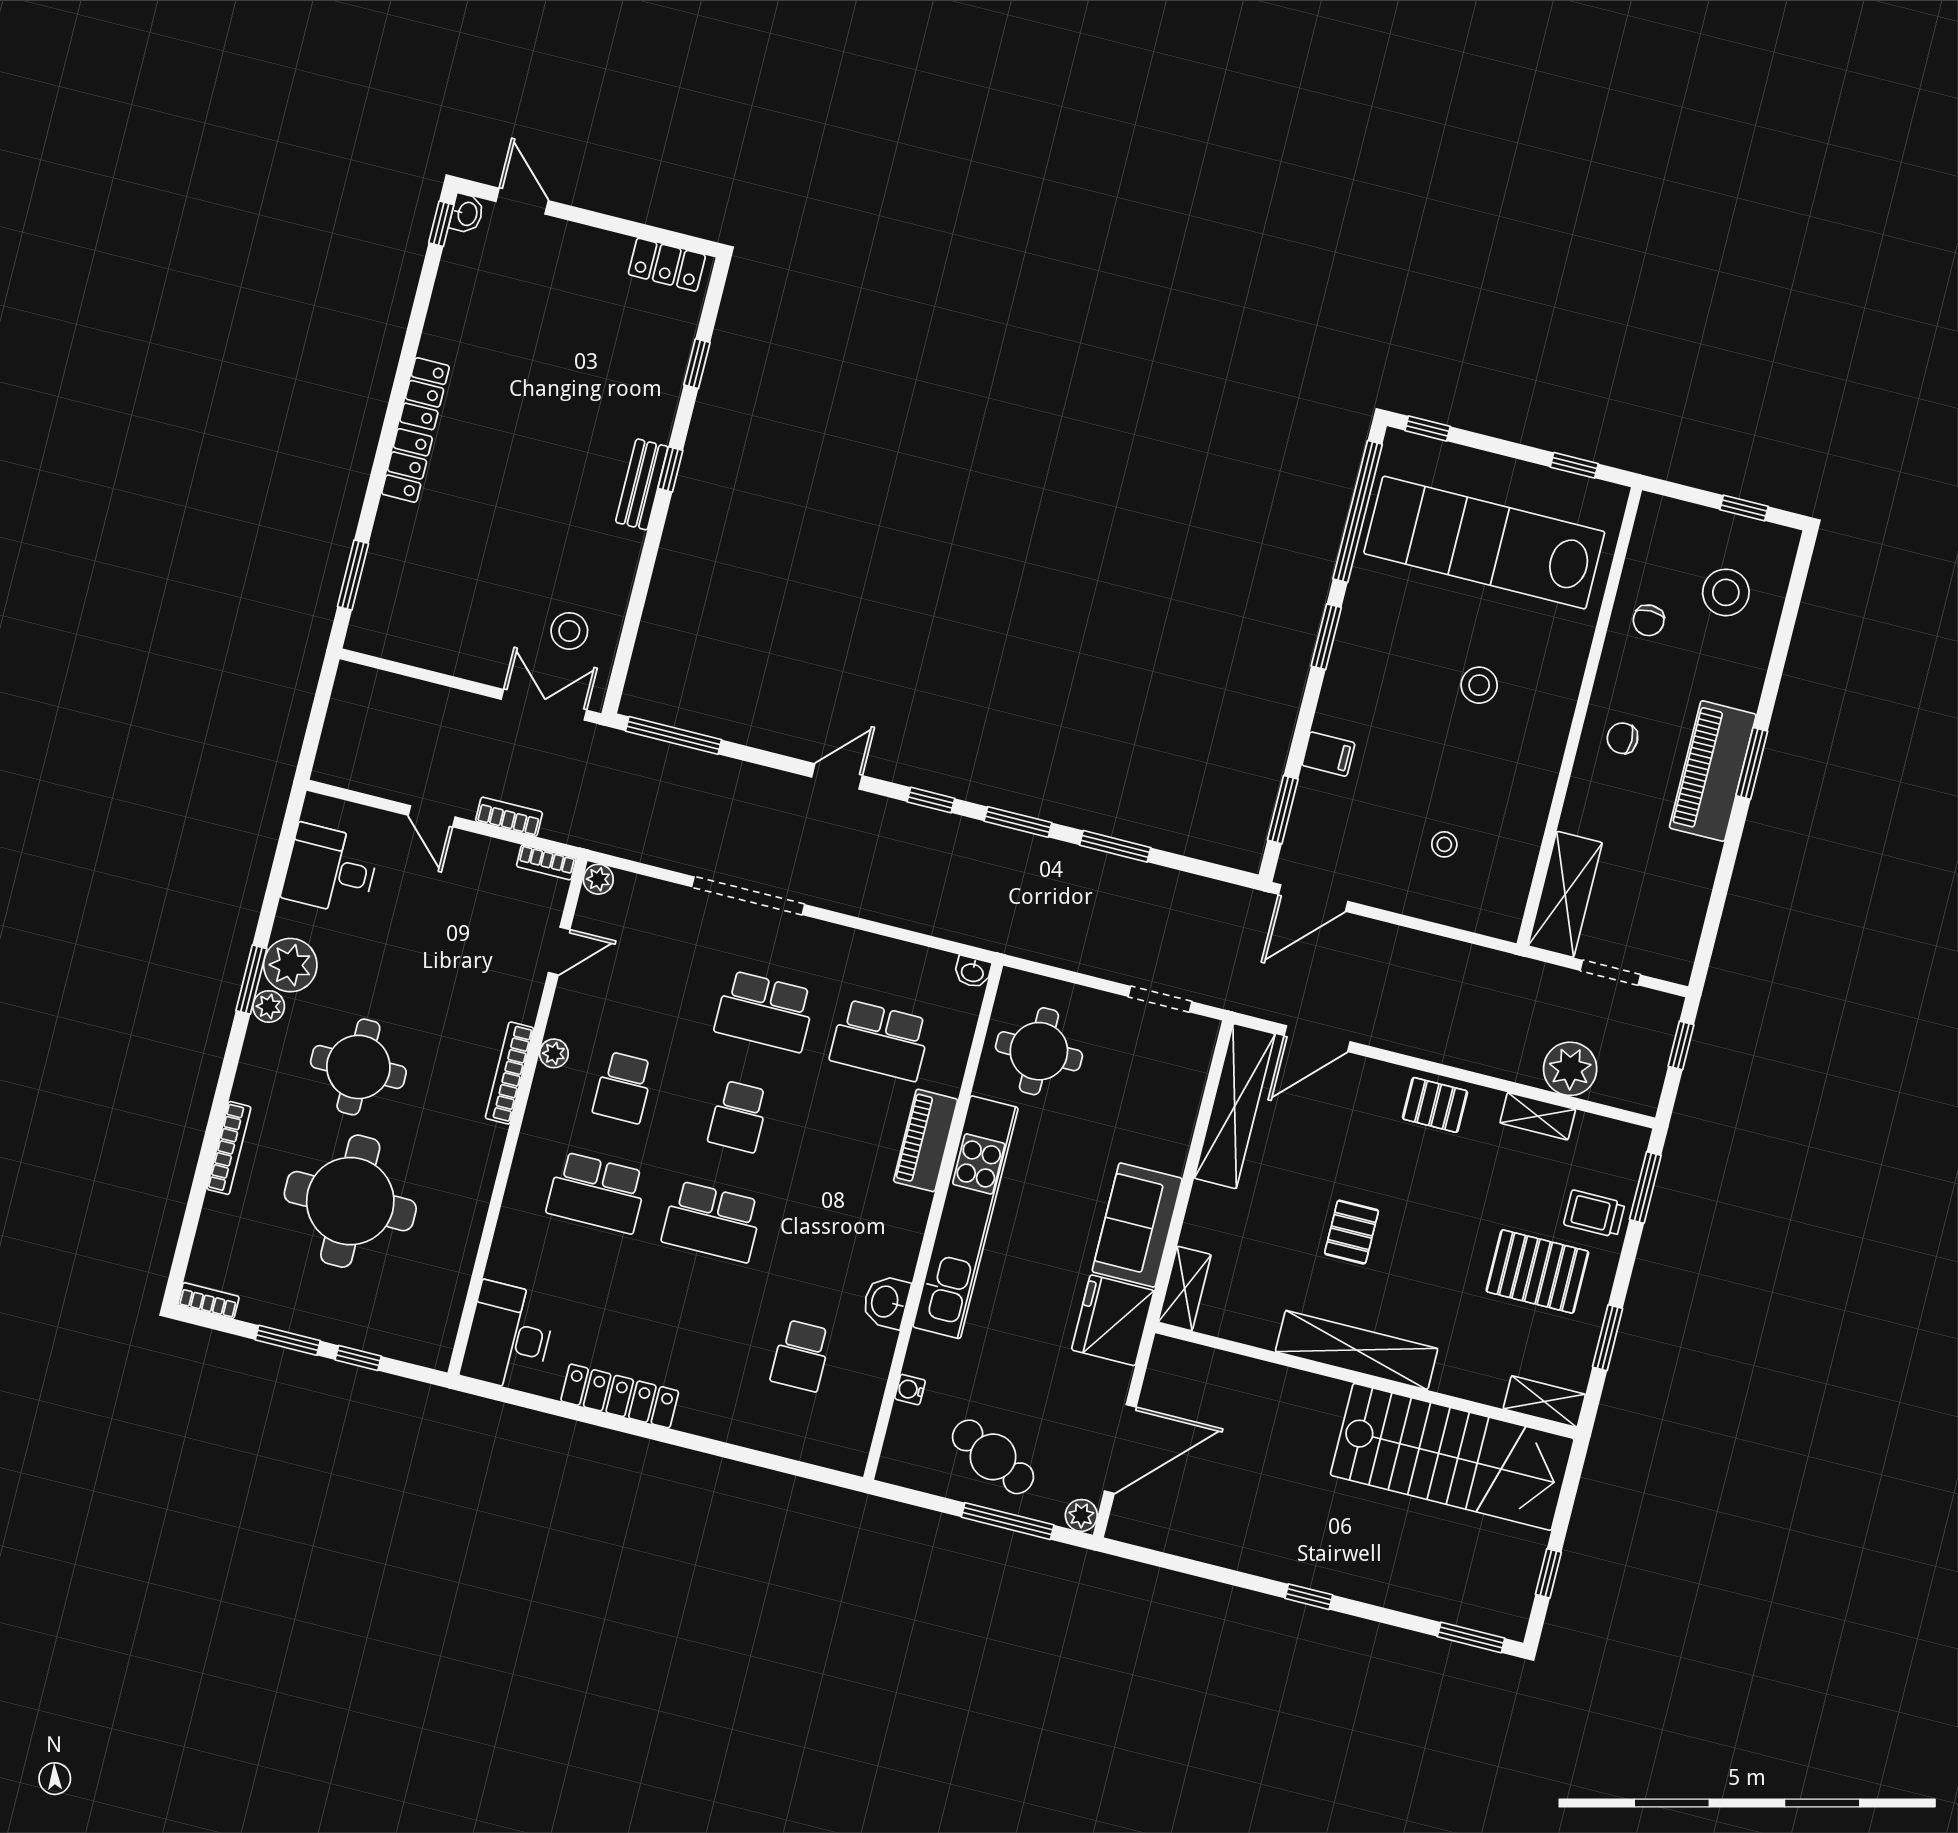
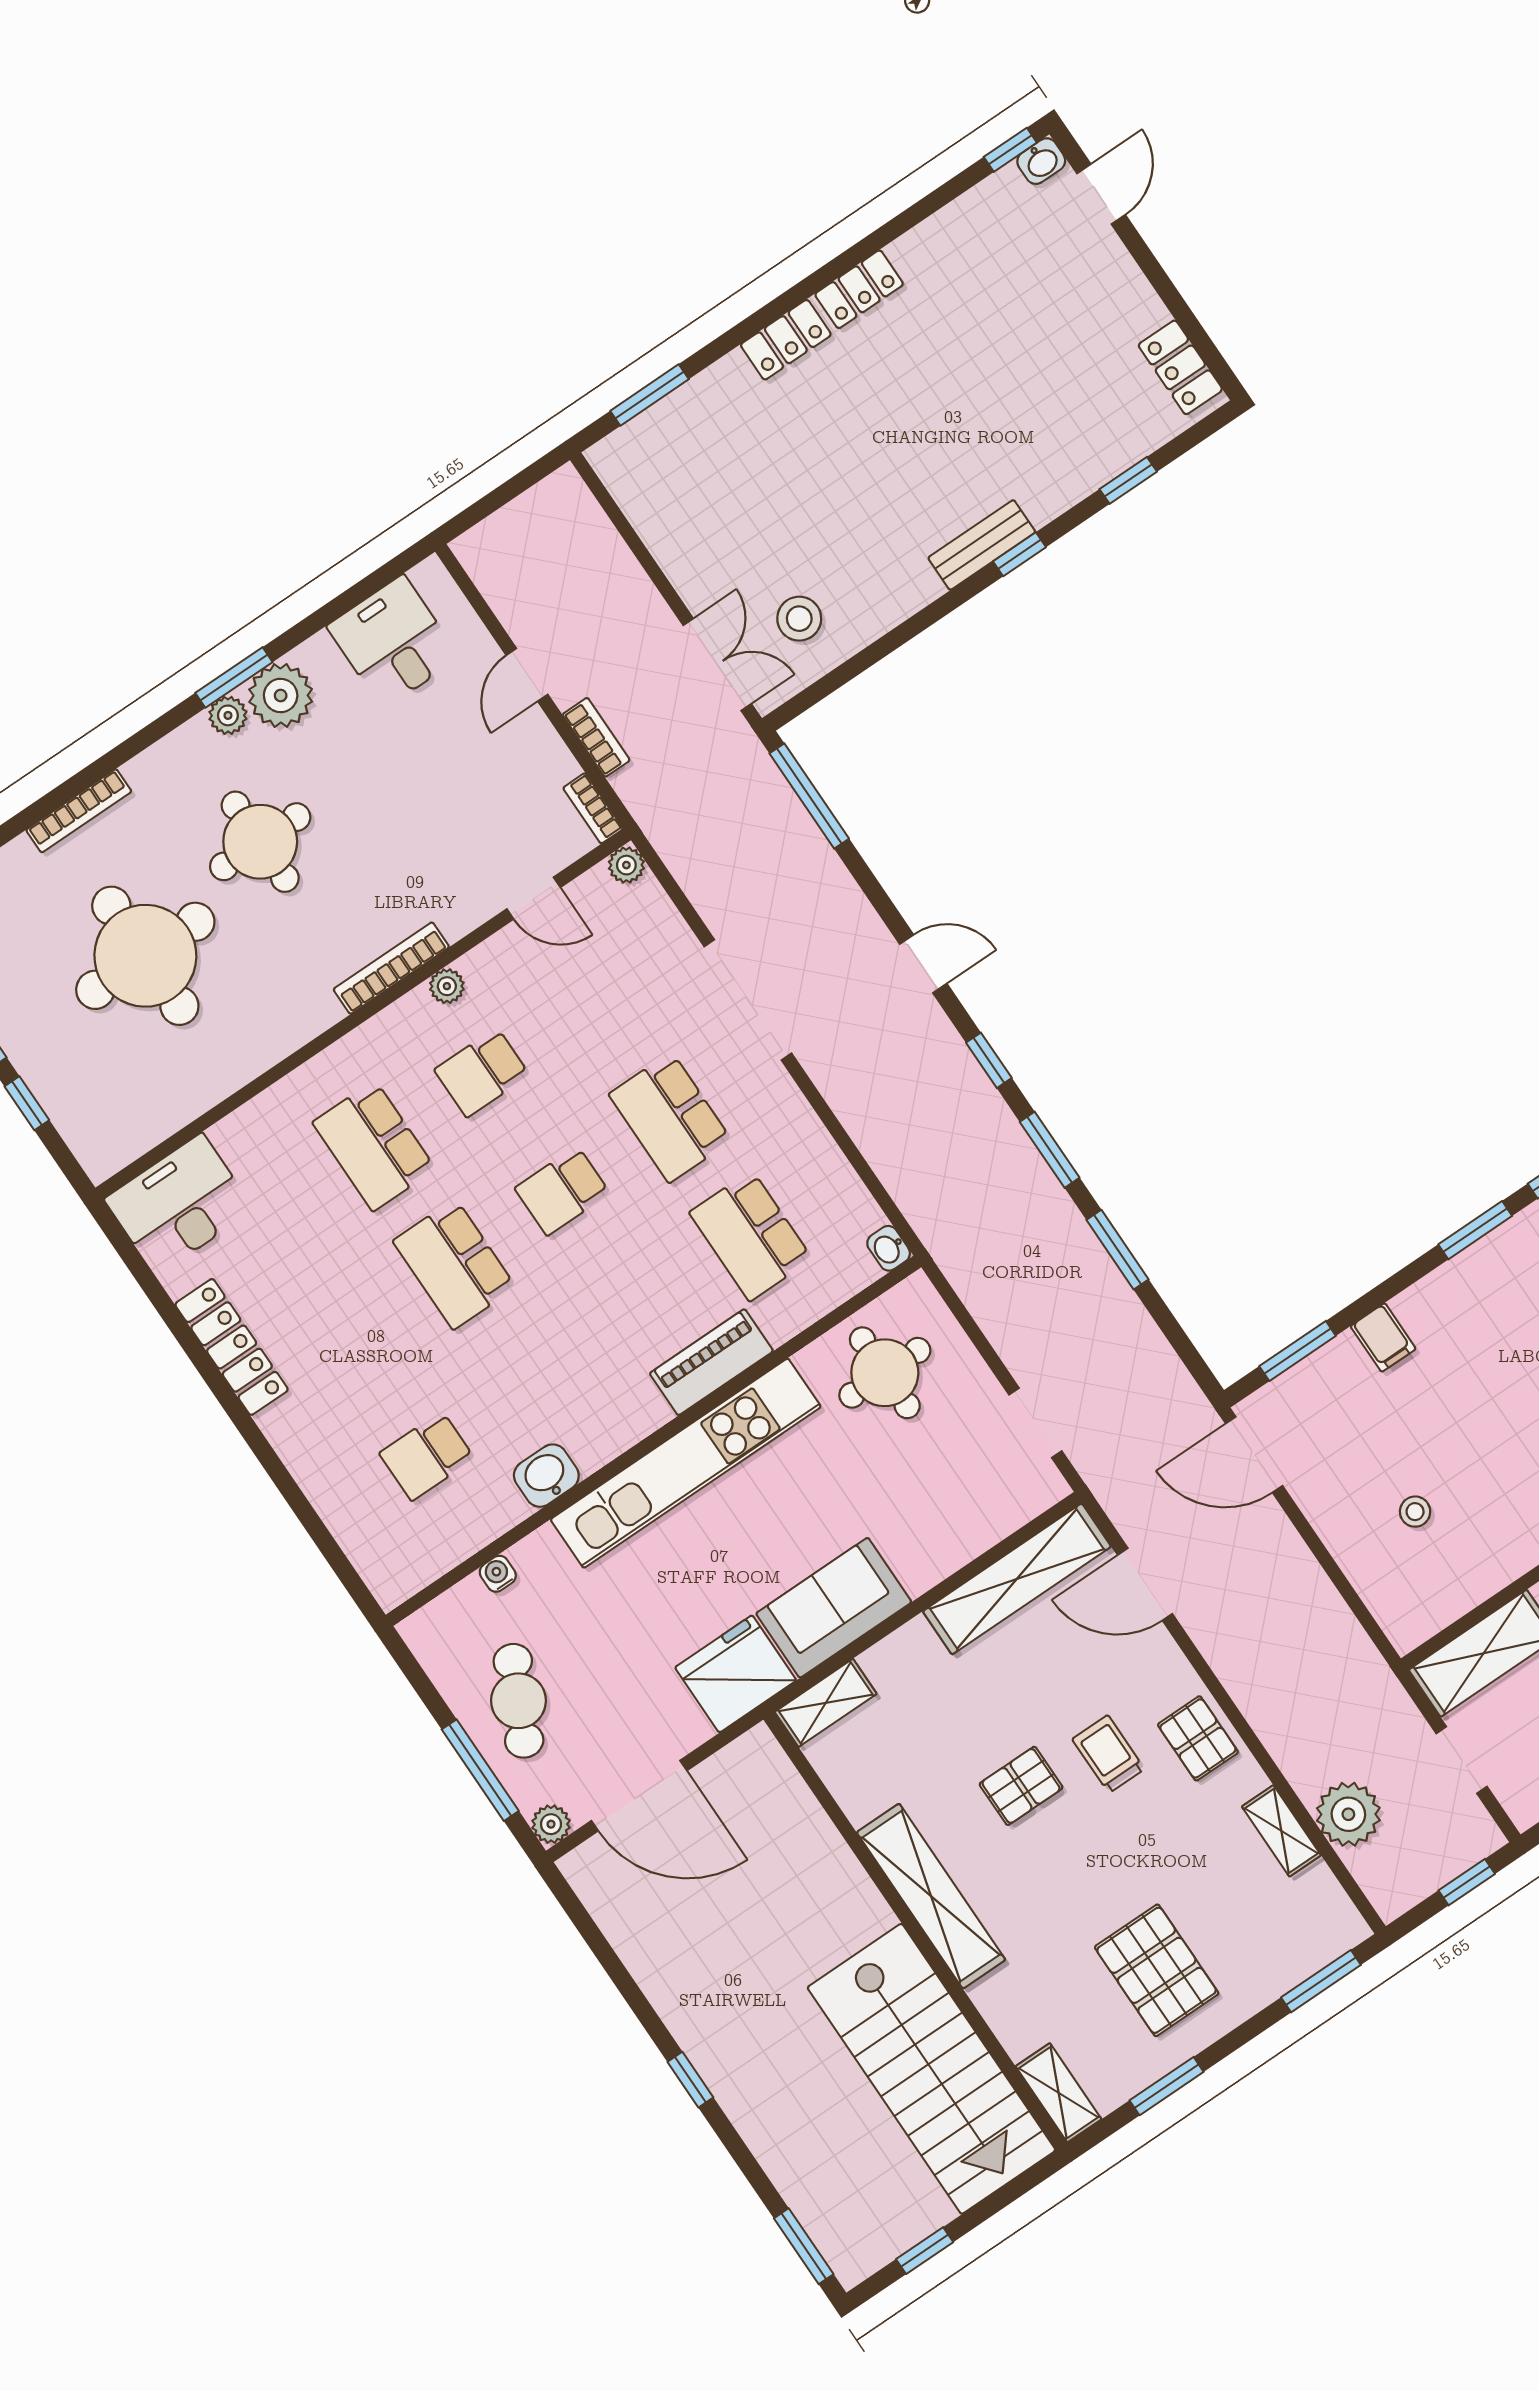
trolley: (1594, 1214) -> (1108, 1754), moved

